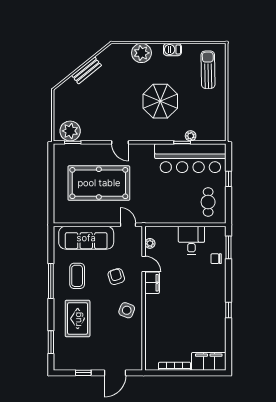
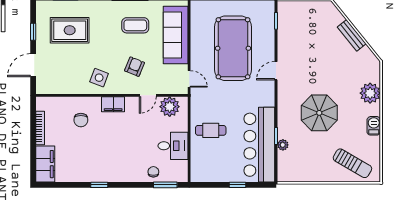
sun lounger: (208, 70) -> (352, 163), turned 31
plant: (70, 131) -> (288, 18), removed
cafe table: (208, 202) -> (211, 130), moved
door: (128, 225) -> (189, 79), hinge flipped
plant: (150, 243) -> (170, 107), width x1.87, depth x1.87
armchair: (116, 277) -> (135, 67), turned -51
filing cabinet: (152, 283) -> (113, 104), moved
rug: (78, 319) -> (70, 30), moved
chair: (167, 328) -> (81, 120), added
door: (115, 373) -> (33, 65), hinge flipped

